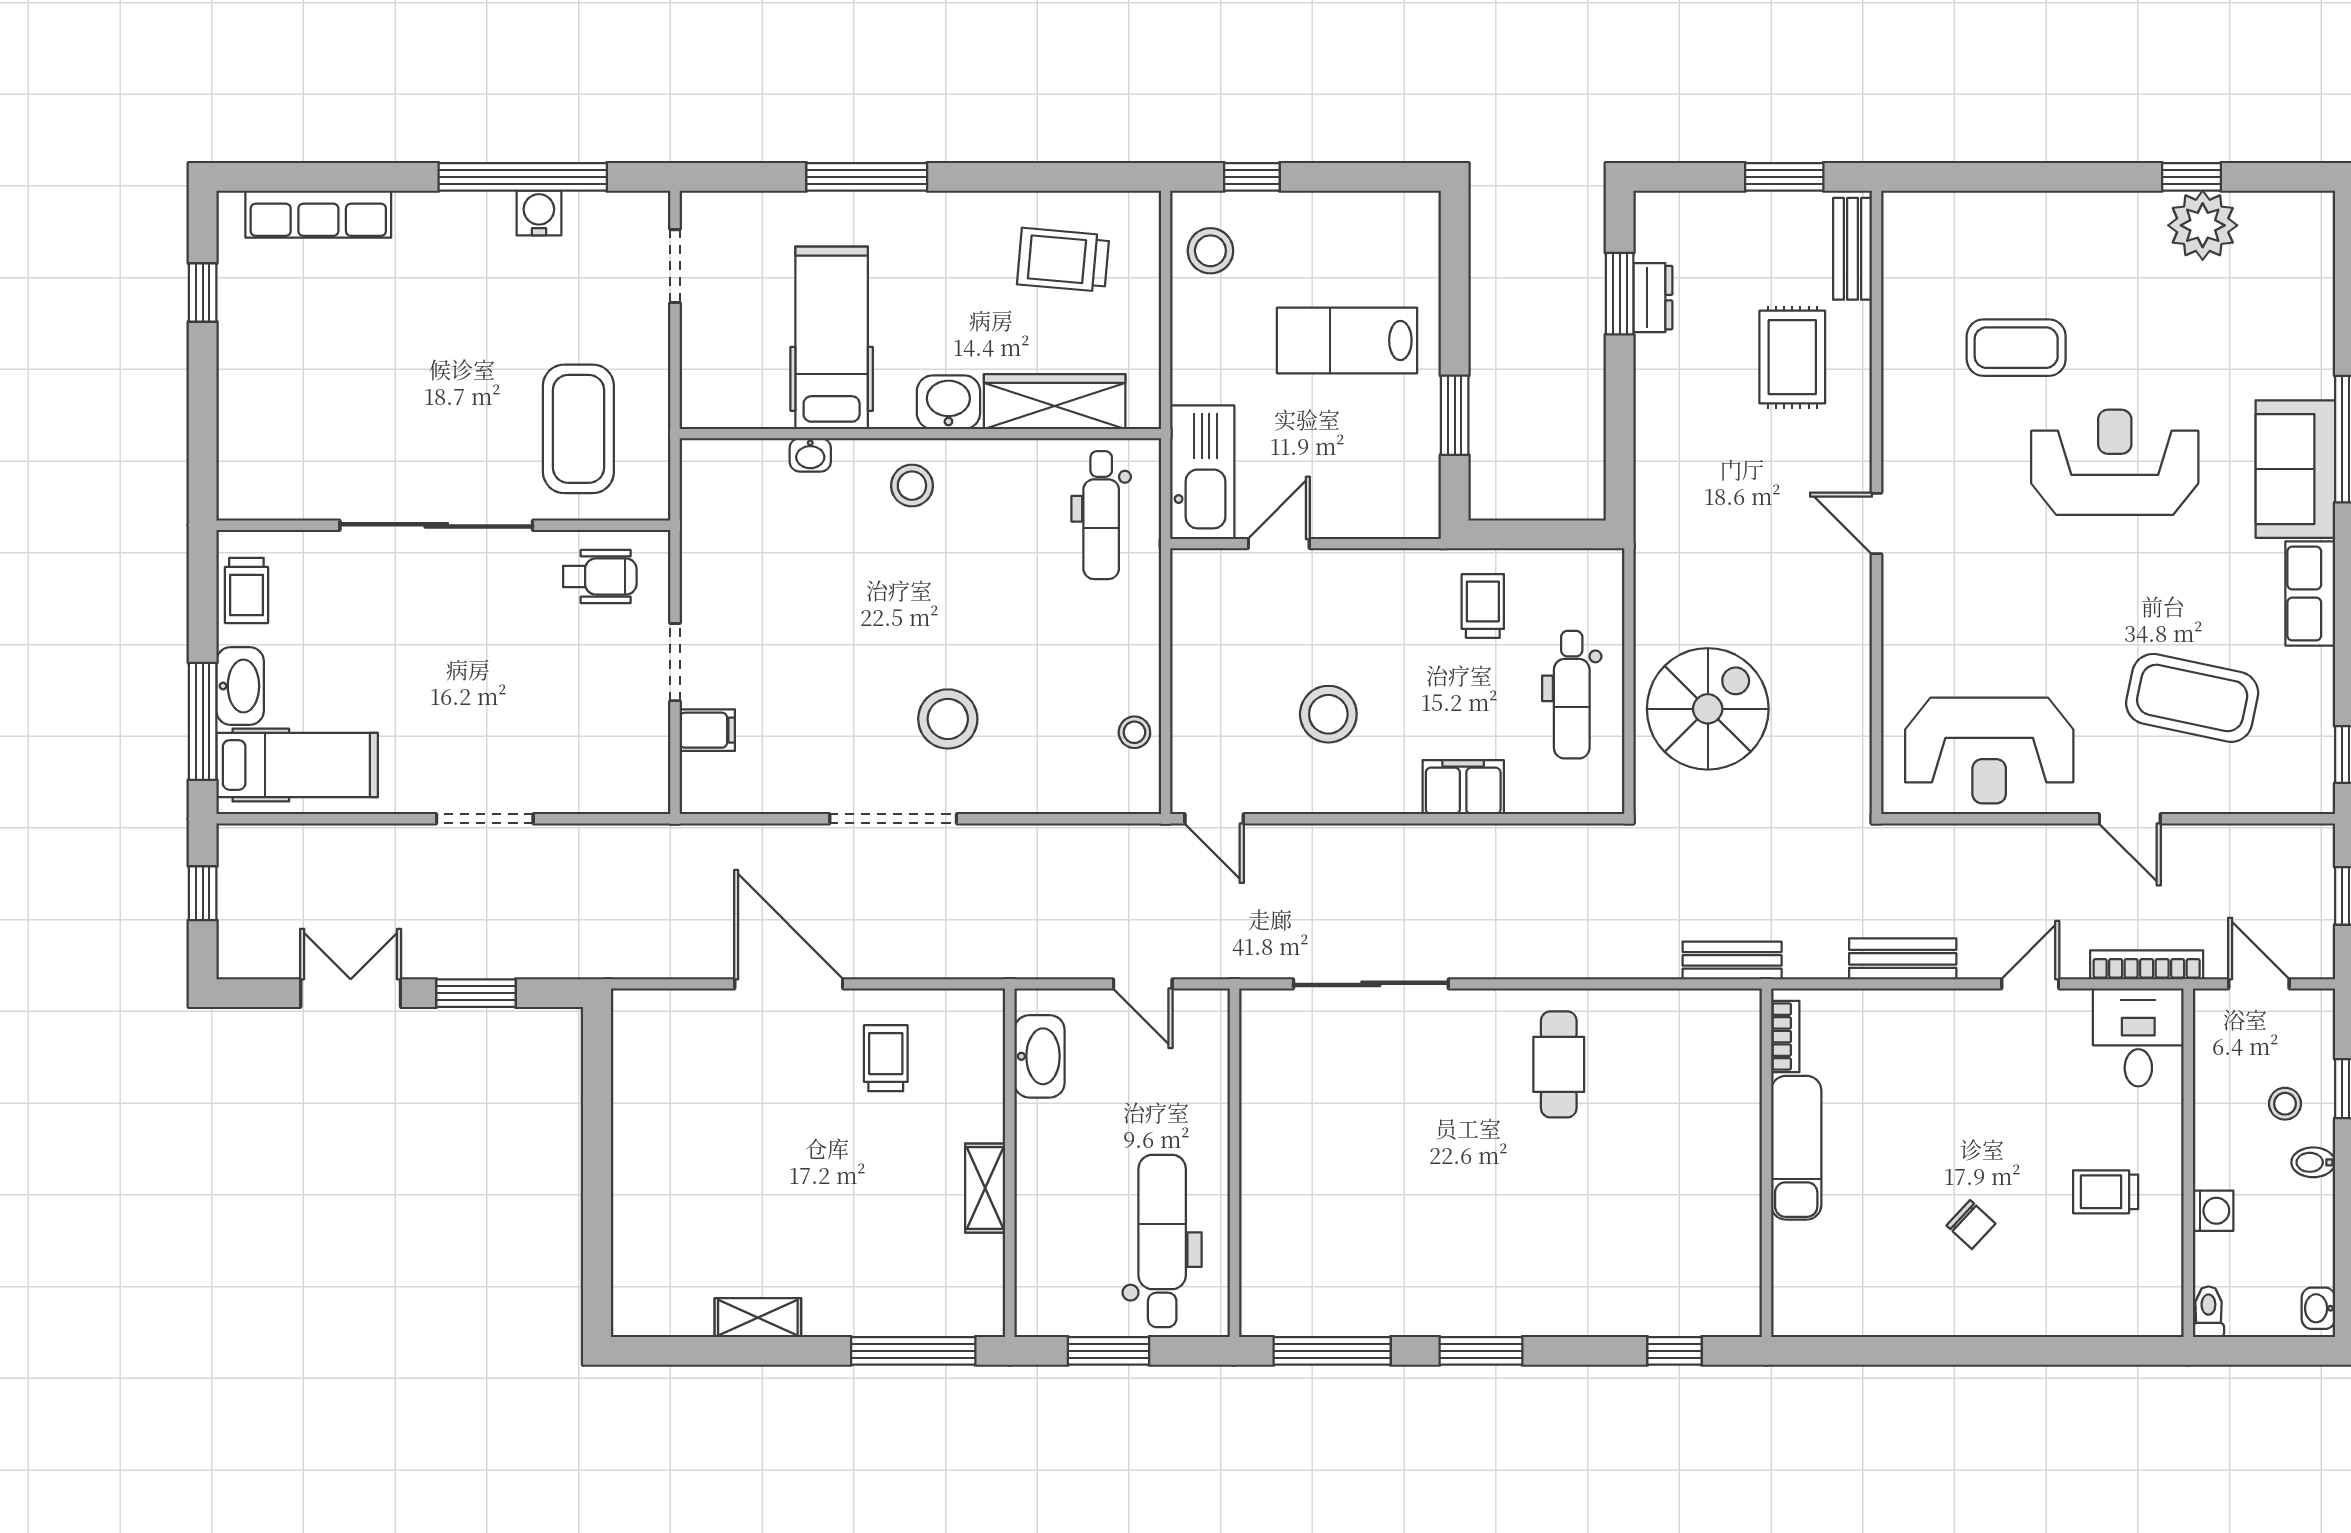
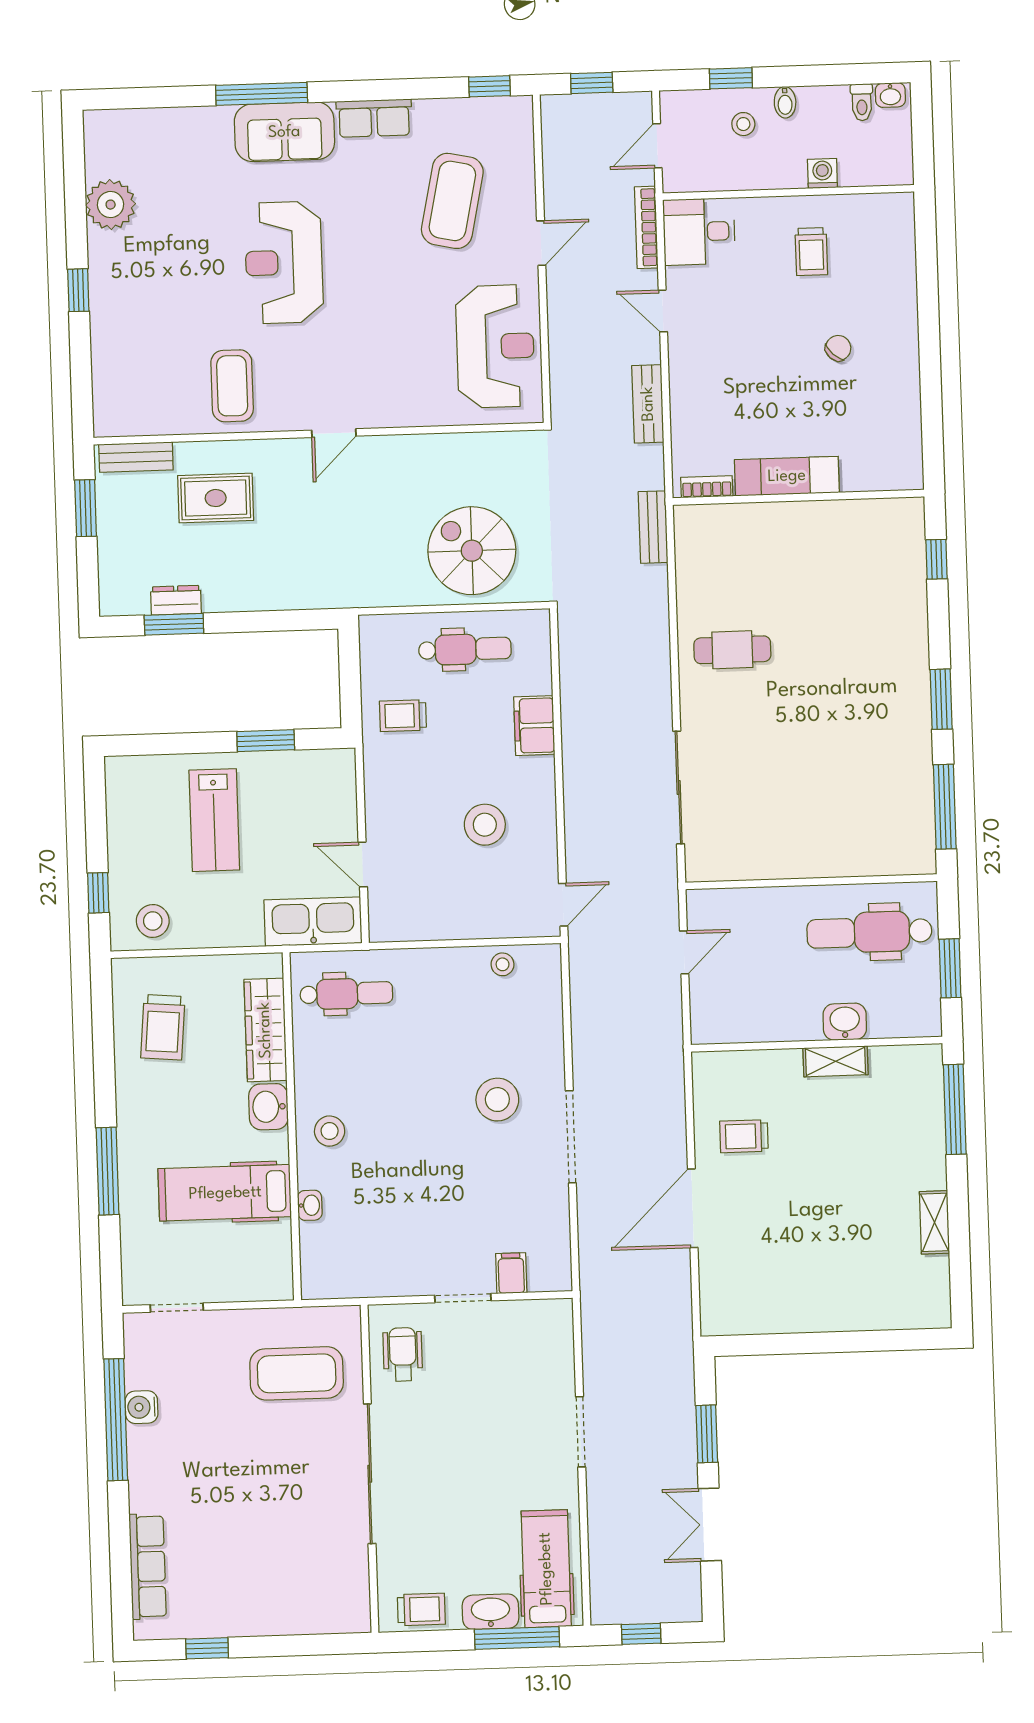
window: (2192, 177) -> (78, 290), moved
coffee table: (2016, 348) -> (232, 386), moved
washbasin: (1039, 1056) -> (845, 1022), moved, width x0.72
toilet: (2208, 1312) -> (862, 102), moved, turned -90

